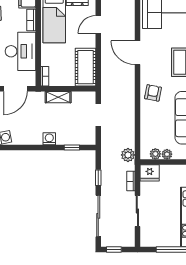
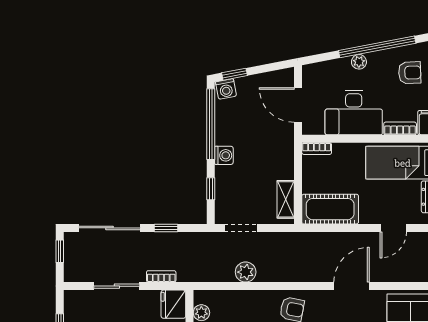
door: (98, 25) -> (393, 228), swing flipped
shelving: (58, 97) -> (286, 199), moved
doorway: (98, 115) -> (241, 228), moved
window: (28, 148) -> (211, 124), added
plant: (128, 155) -> (246, 272), moved

